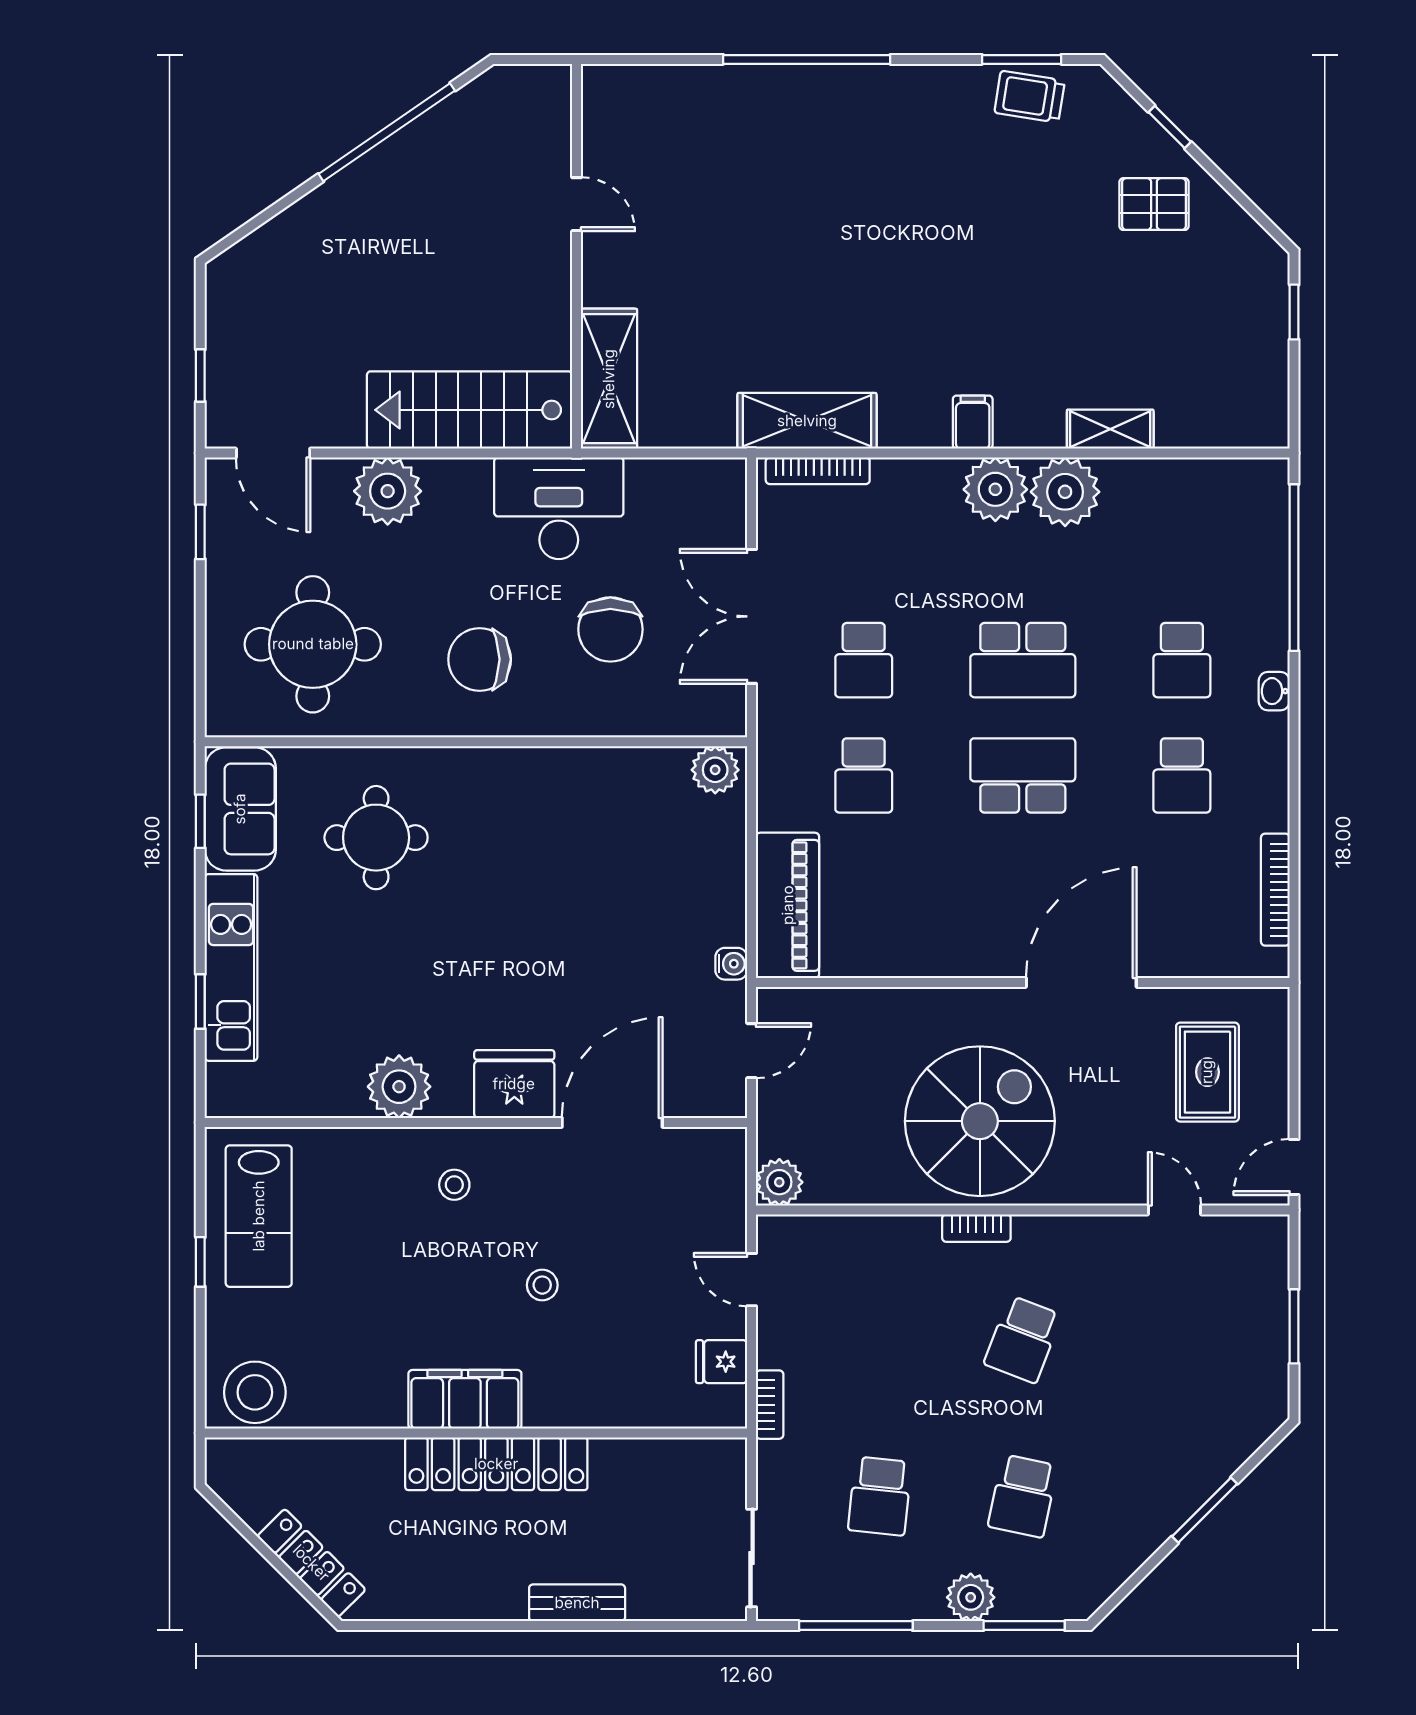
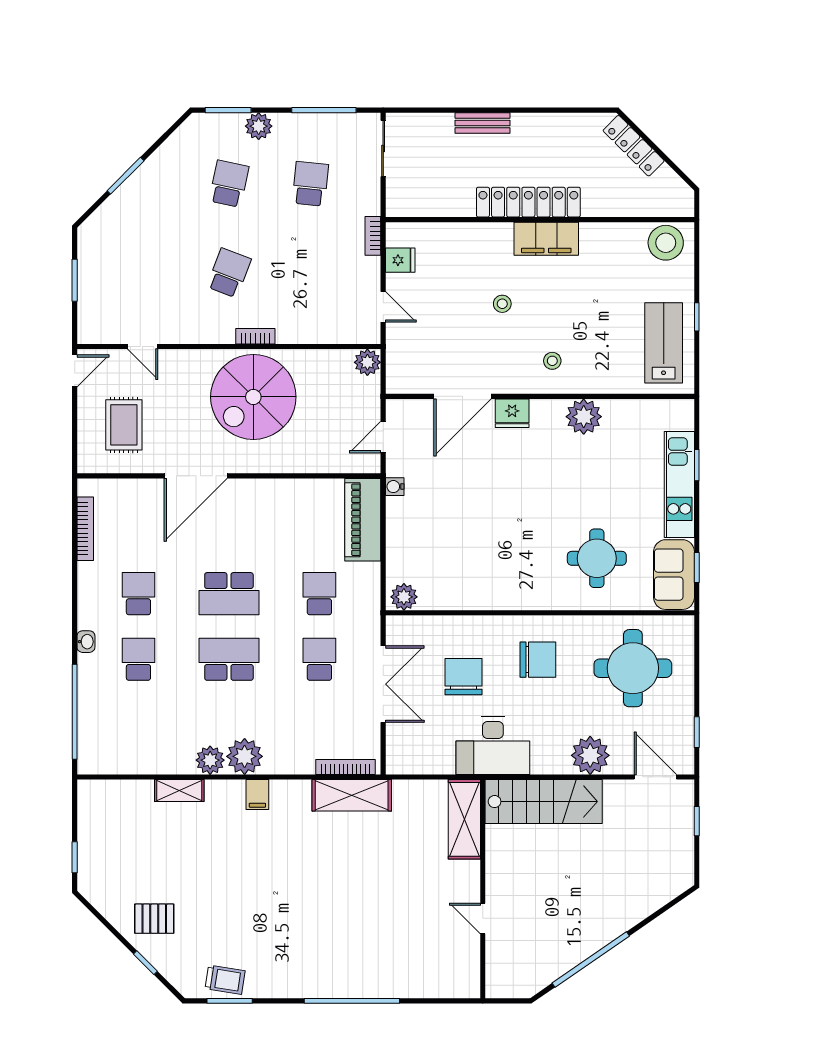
plant: (1065, 492) -> (210, 760), width x0.73, depth x0.73
fridge: (514, 1084) -> (512, 413), width x0.73, depth x0.75

